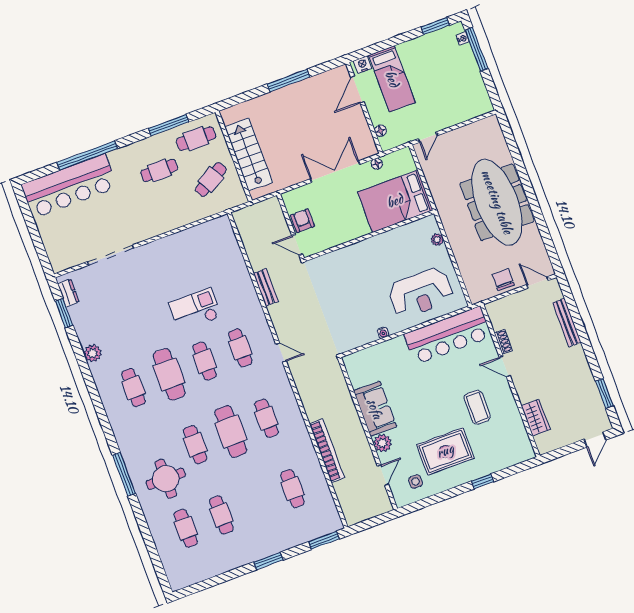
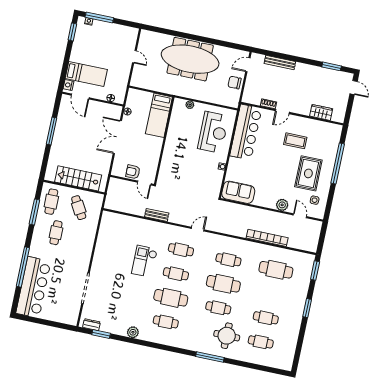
door: (428, 137) -> (134, 57), moved
bed: (395, 201) -> (159, 115), width x0.67
door: (297, 245) -> (144, 183), hinge flipped
sofa: (375, 409) -> (238, 192), moved
window: (482, 481) -> (338, 163), width x3.17
cafe table: (293, 489) -> (276, 270), width x1.37, depth x1.35

